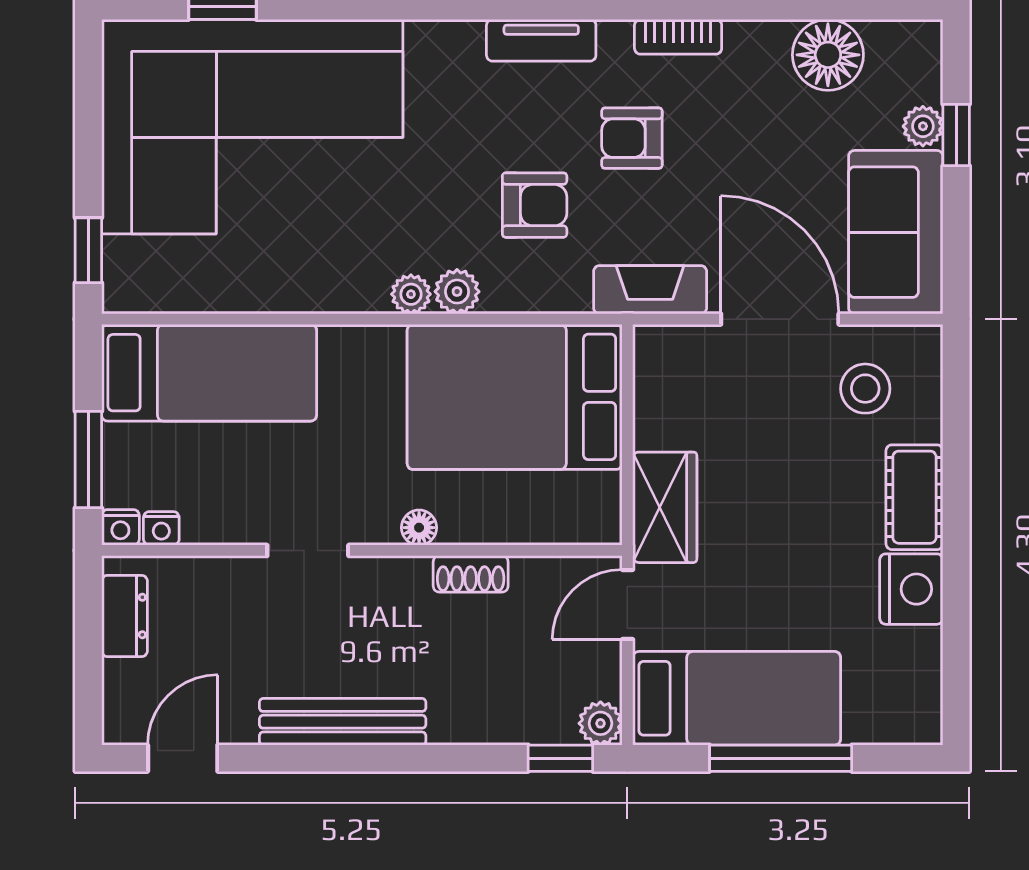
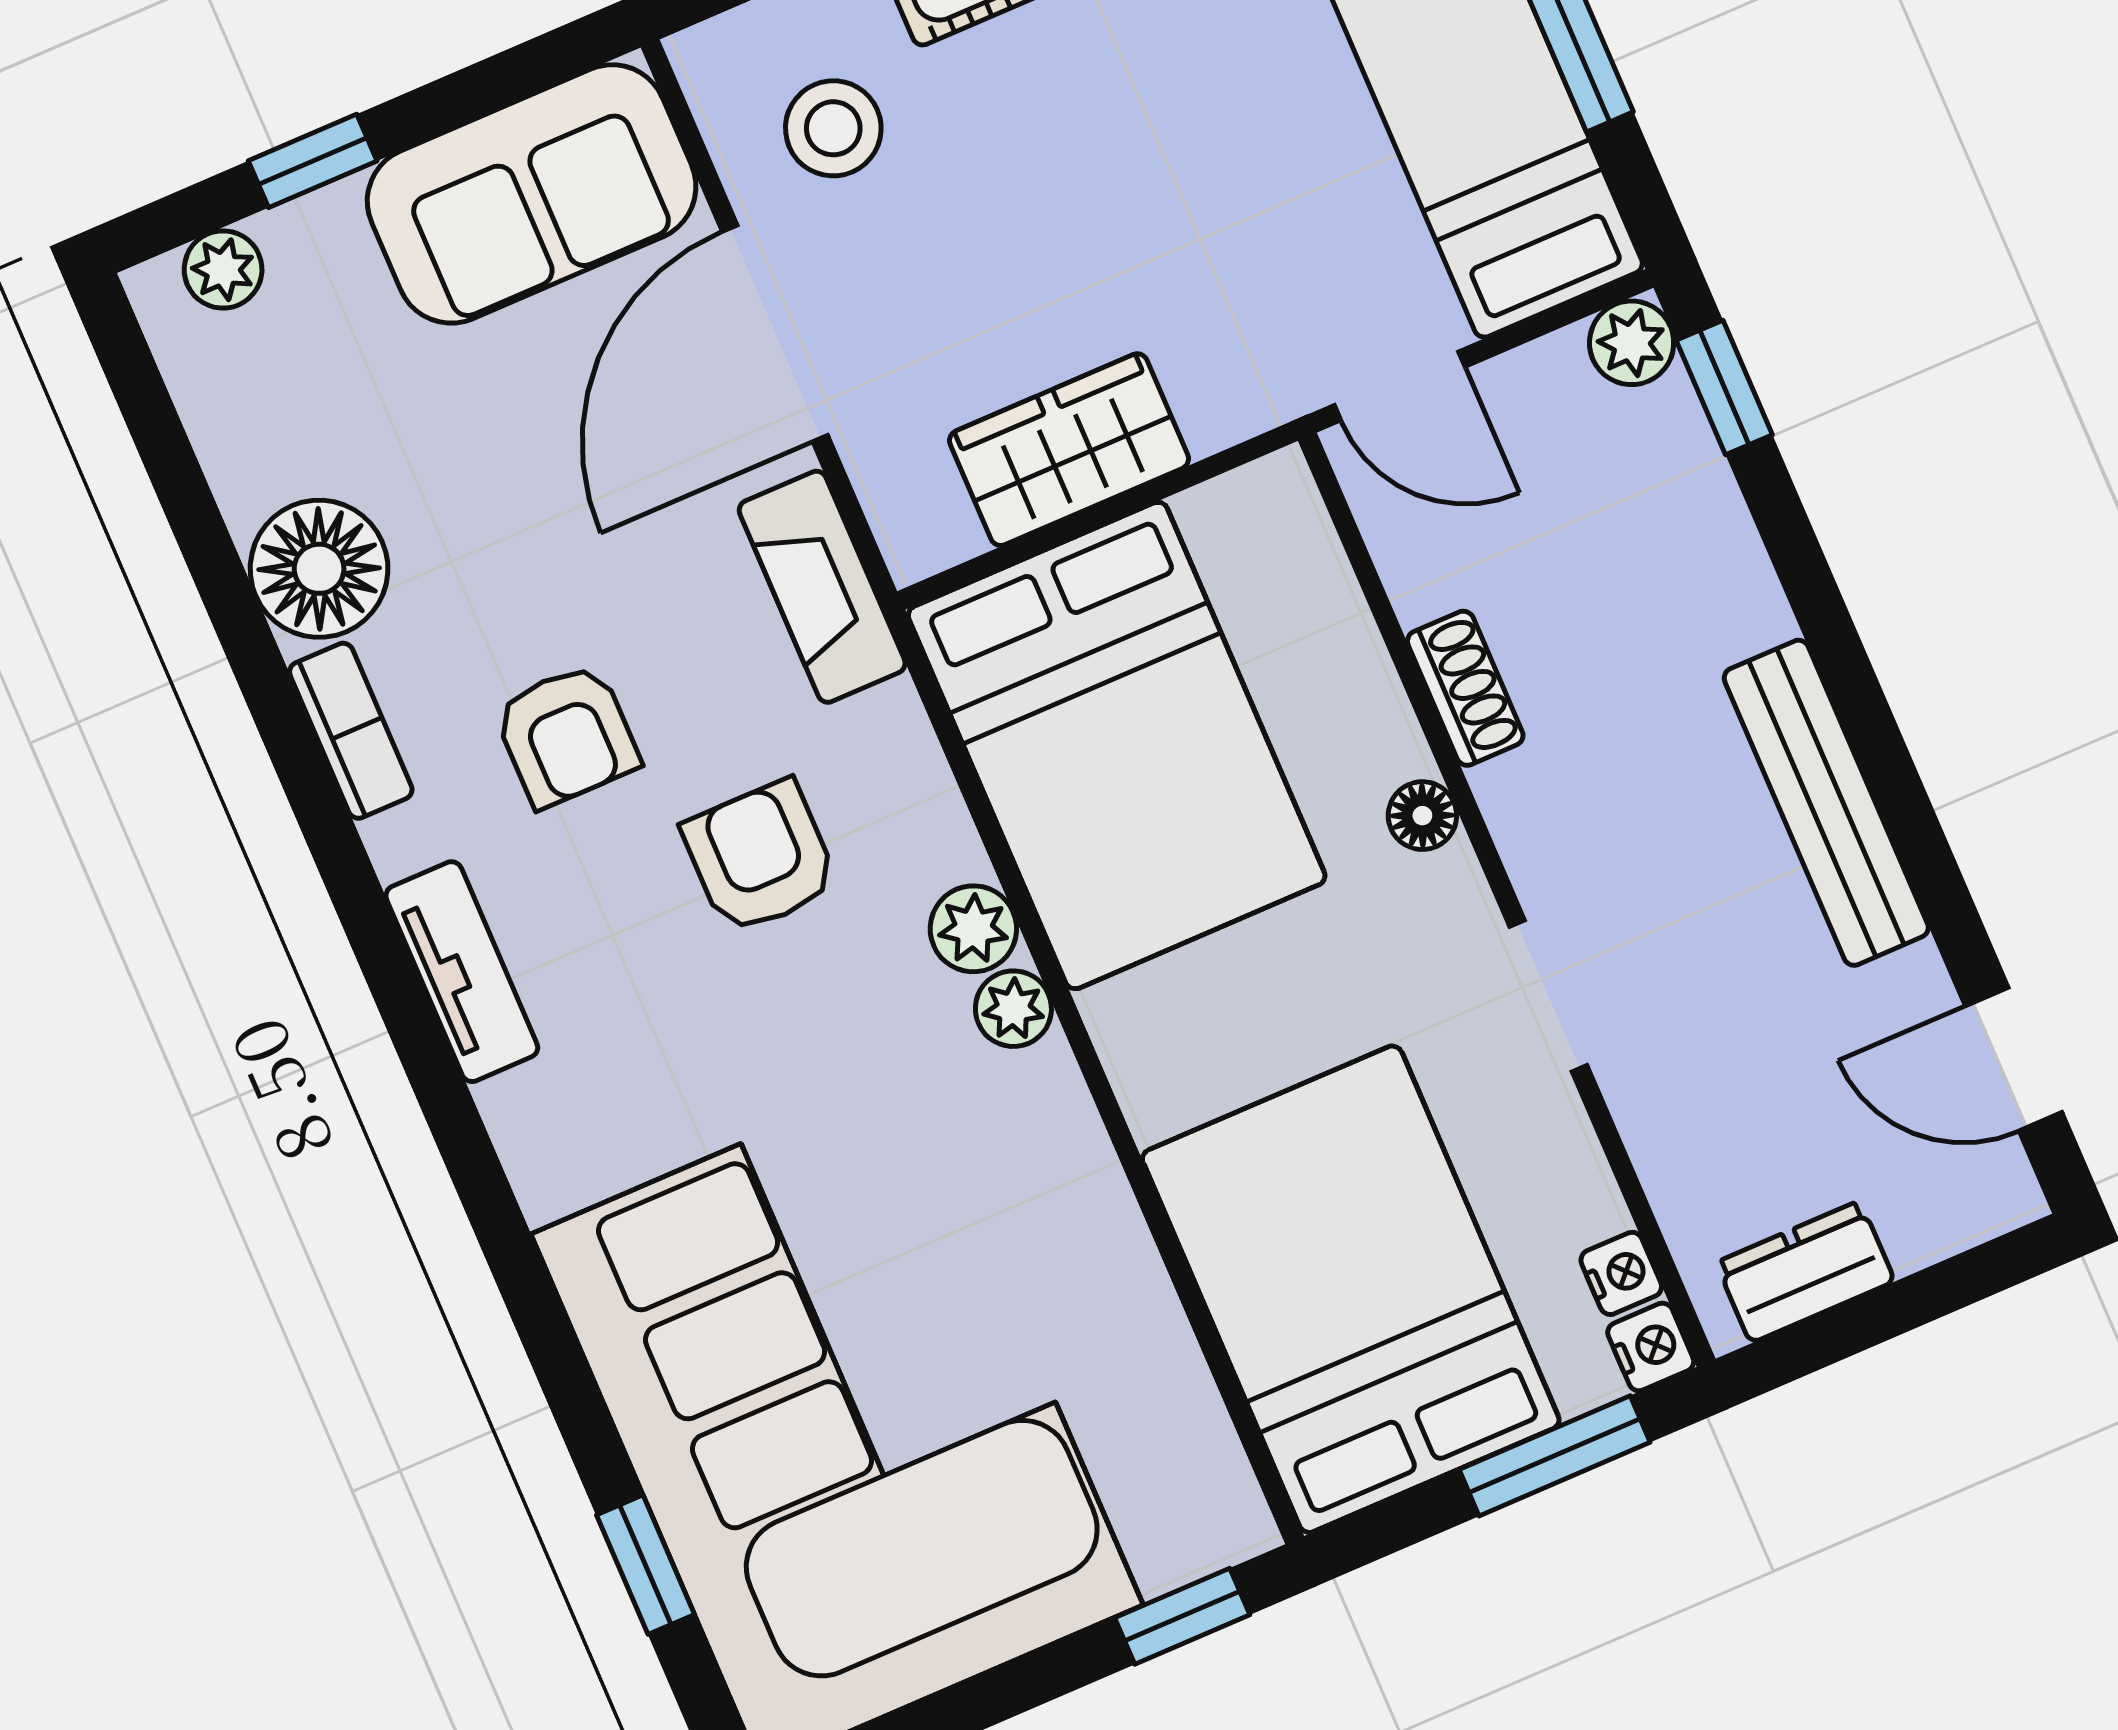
floor lamp: (828, 55) -> (319, 569), moved
plant: (923, 126) -> (223, 269), moved
bed: (209, 373) -> (1351, 1289), width x1.50
wardrobe: (665, 507) -> (1069, 450), moved

